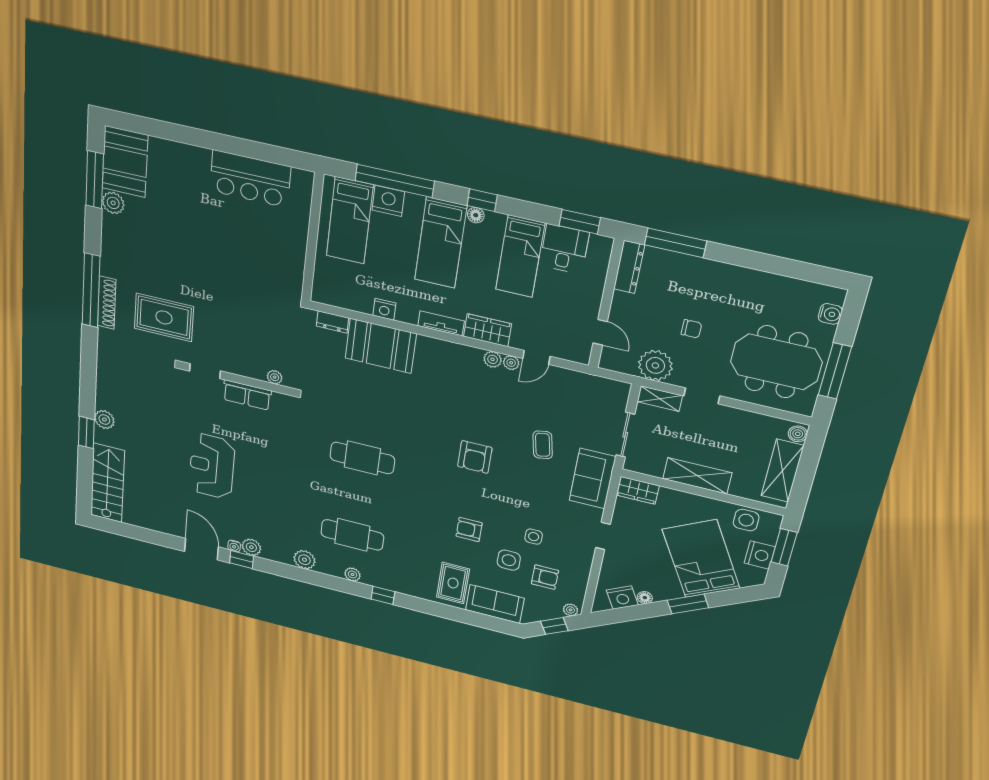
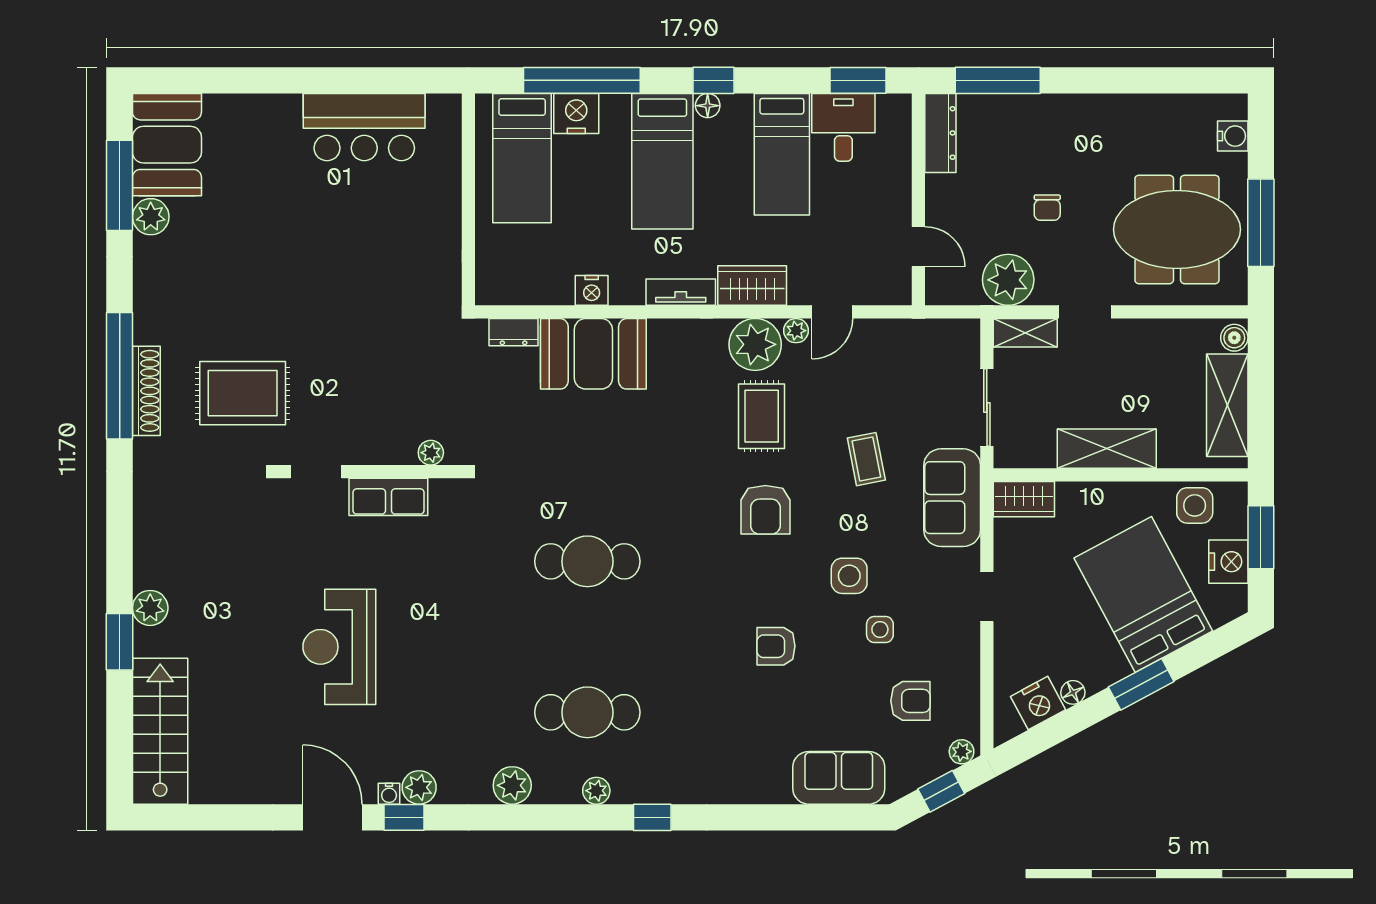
chair: (691, 329) -> (1047, 208), turned 90
plant: (493, 359) -> (755, 344), width x1.88, depth x1.88
side table: (509, 560) -> (849, 576), moved
rug: (453, 583) -> (762, 416), moved

